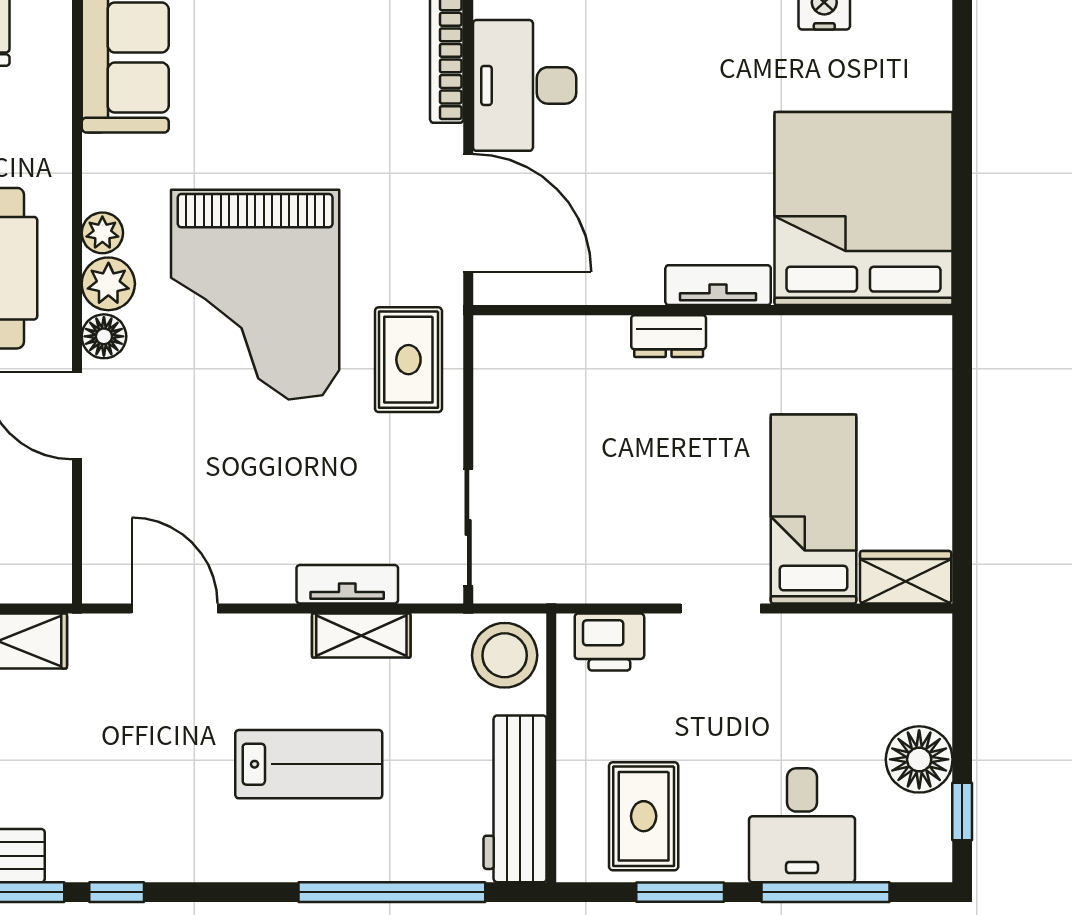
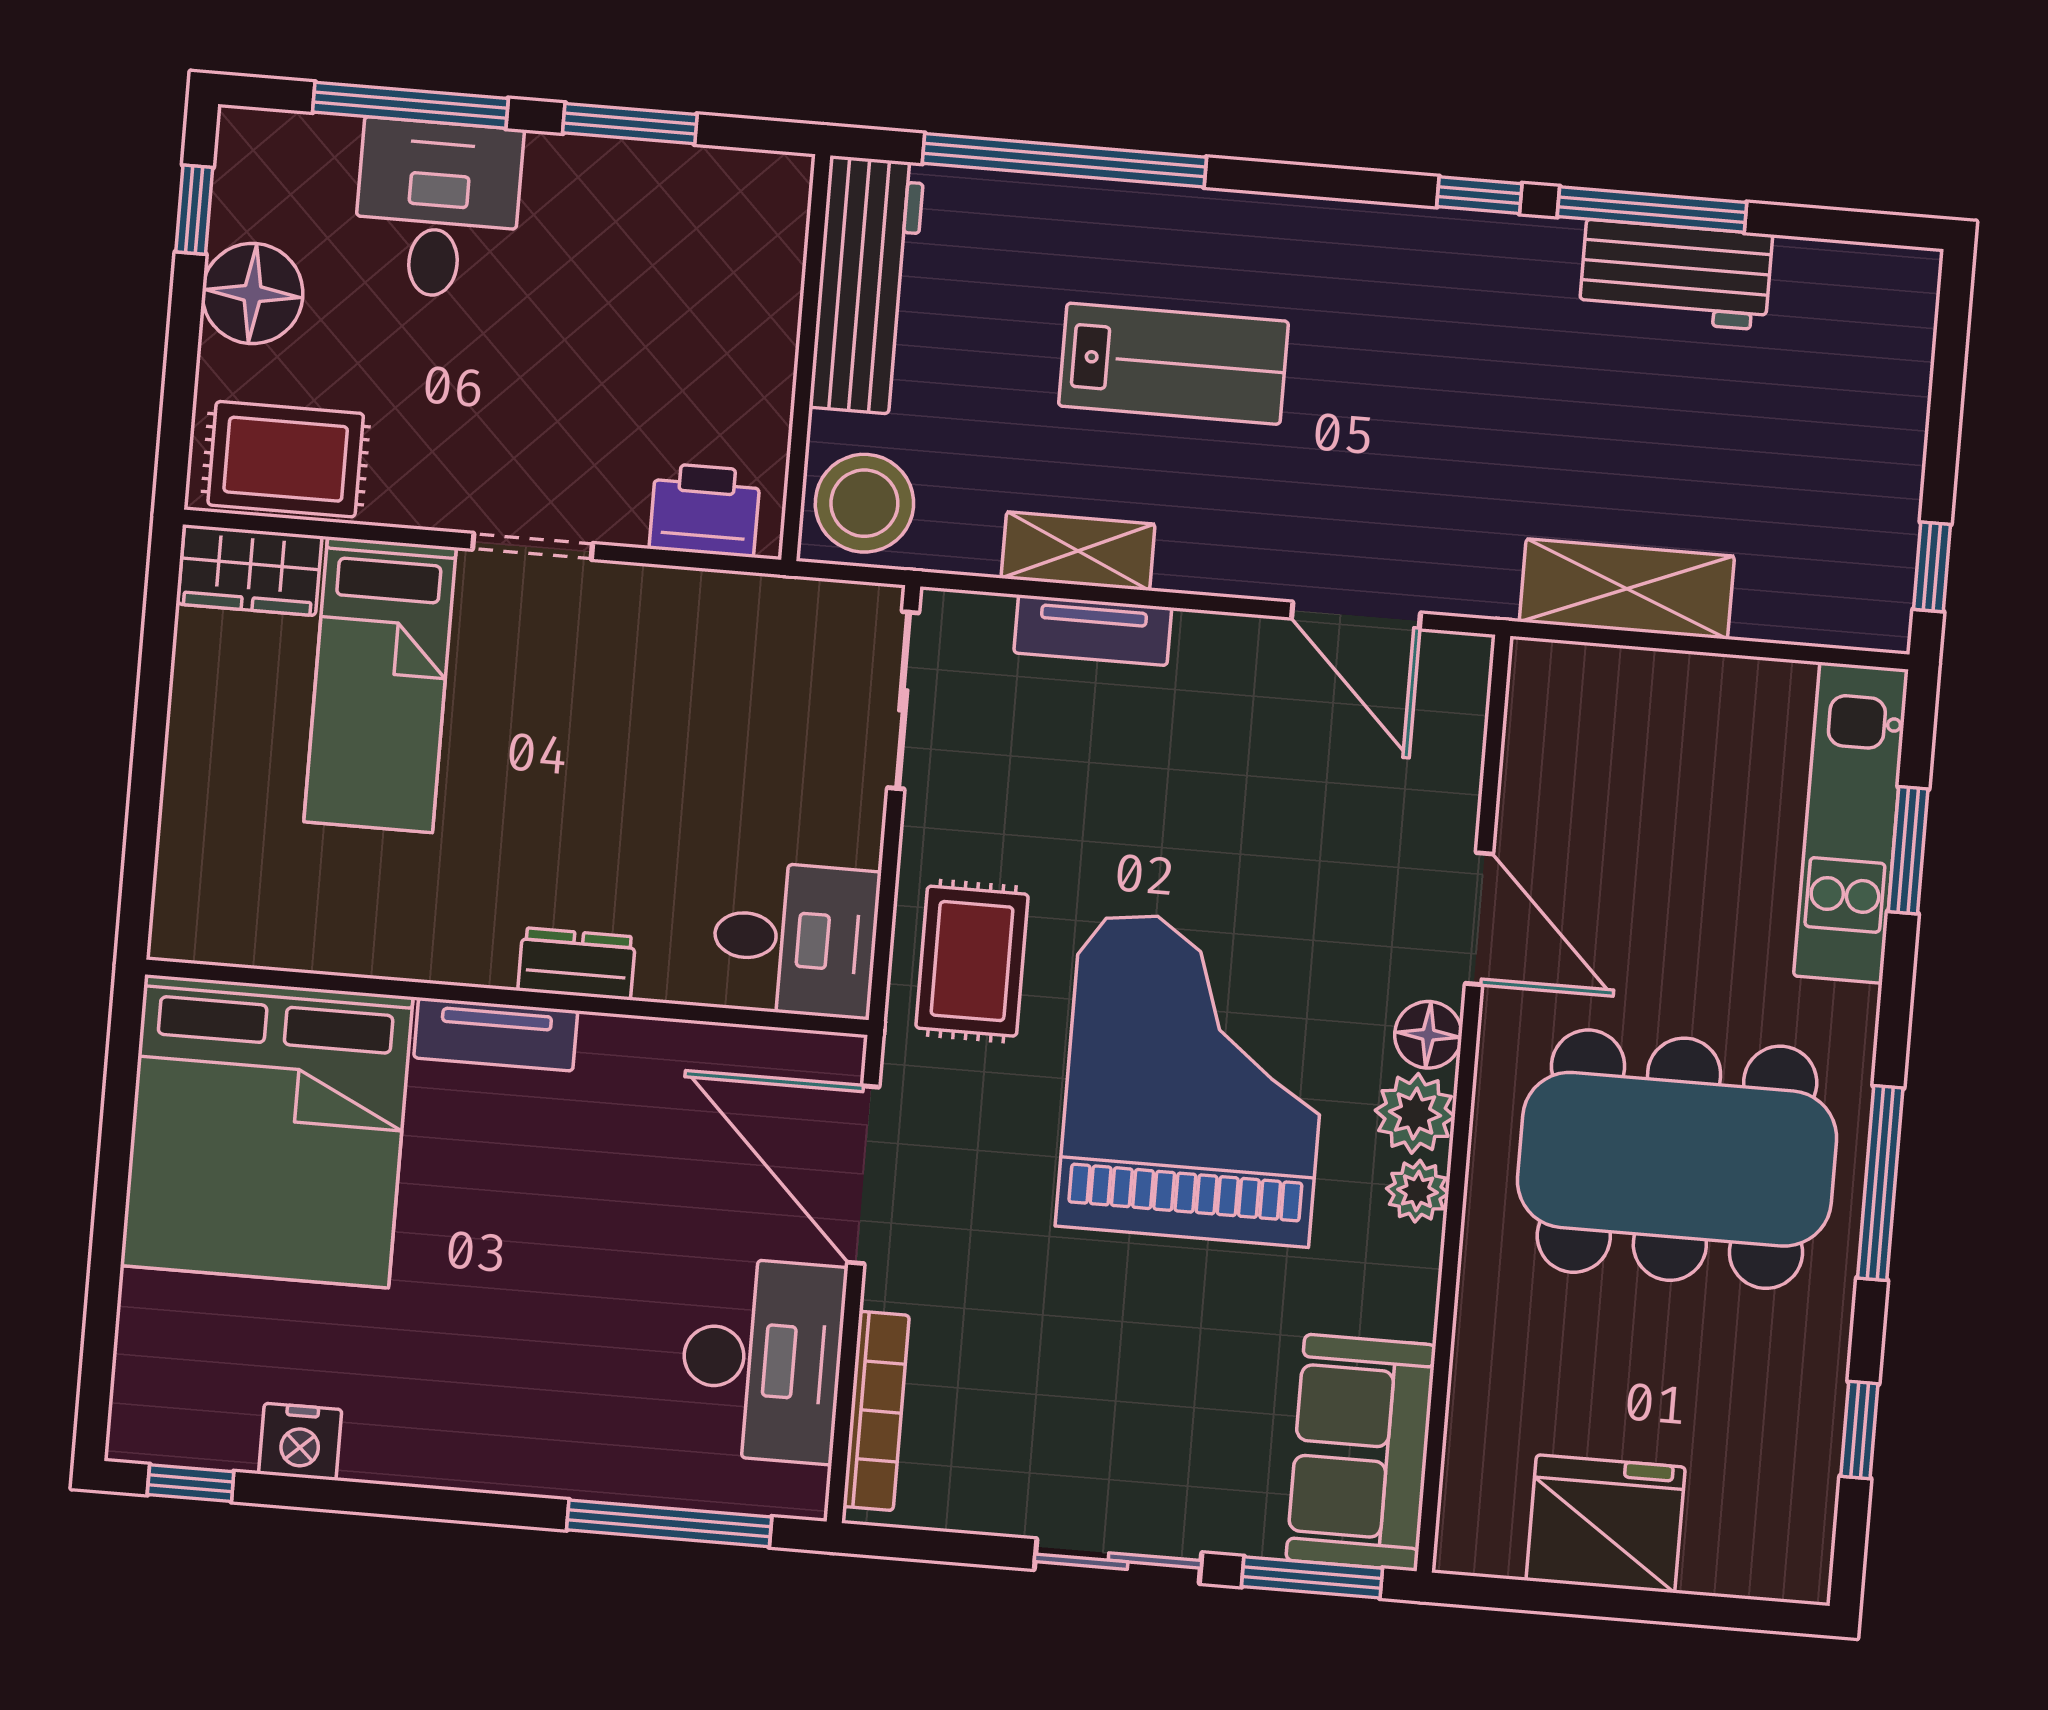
desk: (526, 364) -> (795, 939), added
lab bench: (309, 764) -> (1173, 364), turned 180
rug: (644, 816) -> (286, 459), moved, turned 90

